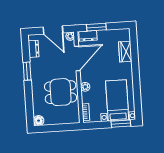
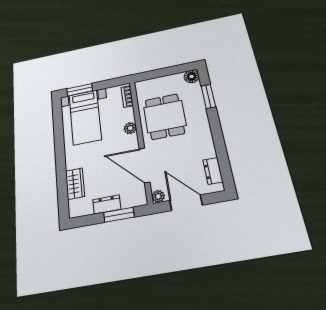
dresser: (88, 36) -> (107, 204), moved
door: (77, 58) -> (145, 165), hinge flipped
window: (27, 71) -> (208, 96), moved
dining table: (61, 92) -> (165, 117), turned 90

